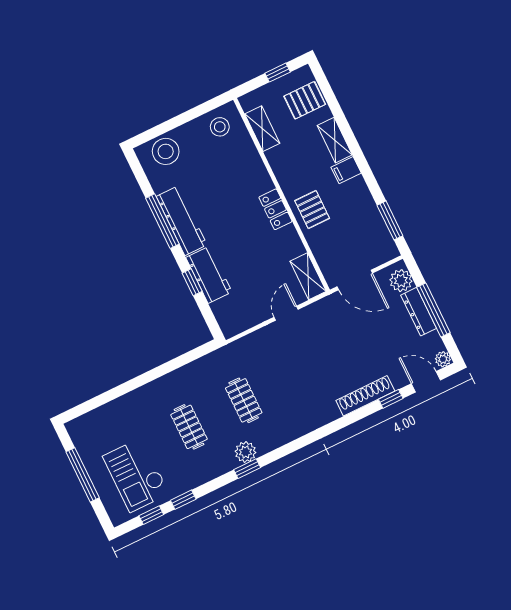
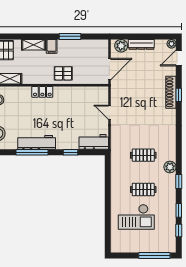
locker: (275, 209) -> (42, 92), moved
window: (390, 220) -> (70, 36), moved
workbench: (209, 275) -> (94, 142), moved
shelving: (308, 276) -> (96, 92), removed
window: (433, 310) -> (144, 36), removed
window: (391, 399) -> (179, 95), moved
window: (247, 469) -> (179, 182), moved
window: (83, 475) -> (154, 255), moved
checkout: (136, 475) -> (136, 217), moved

